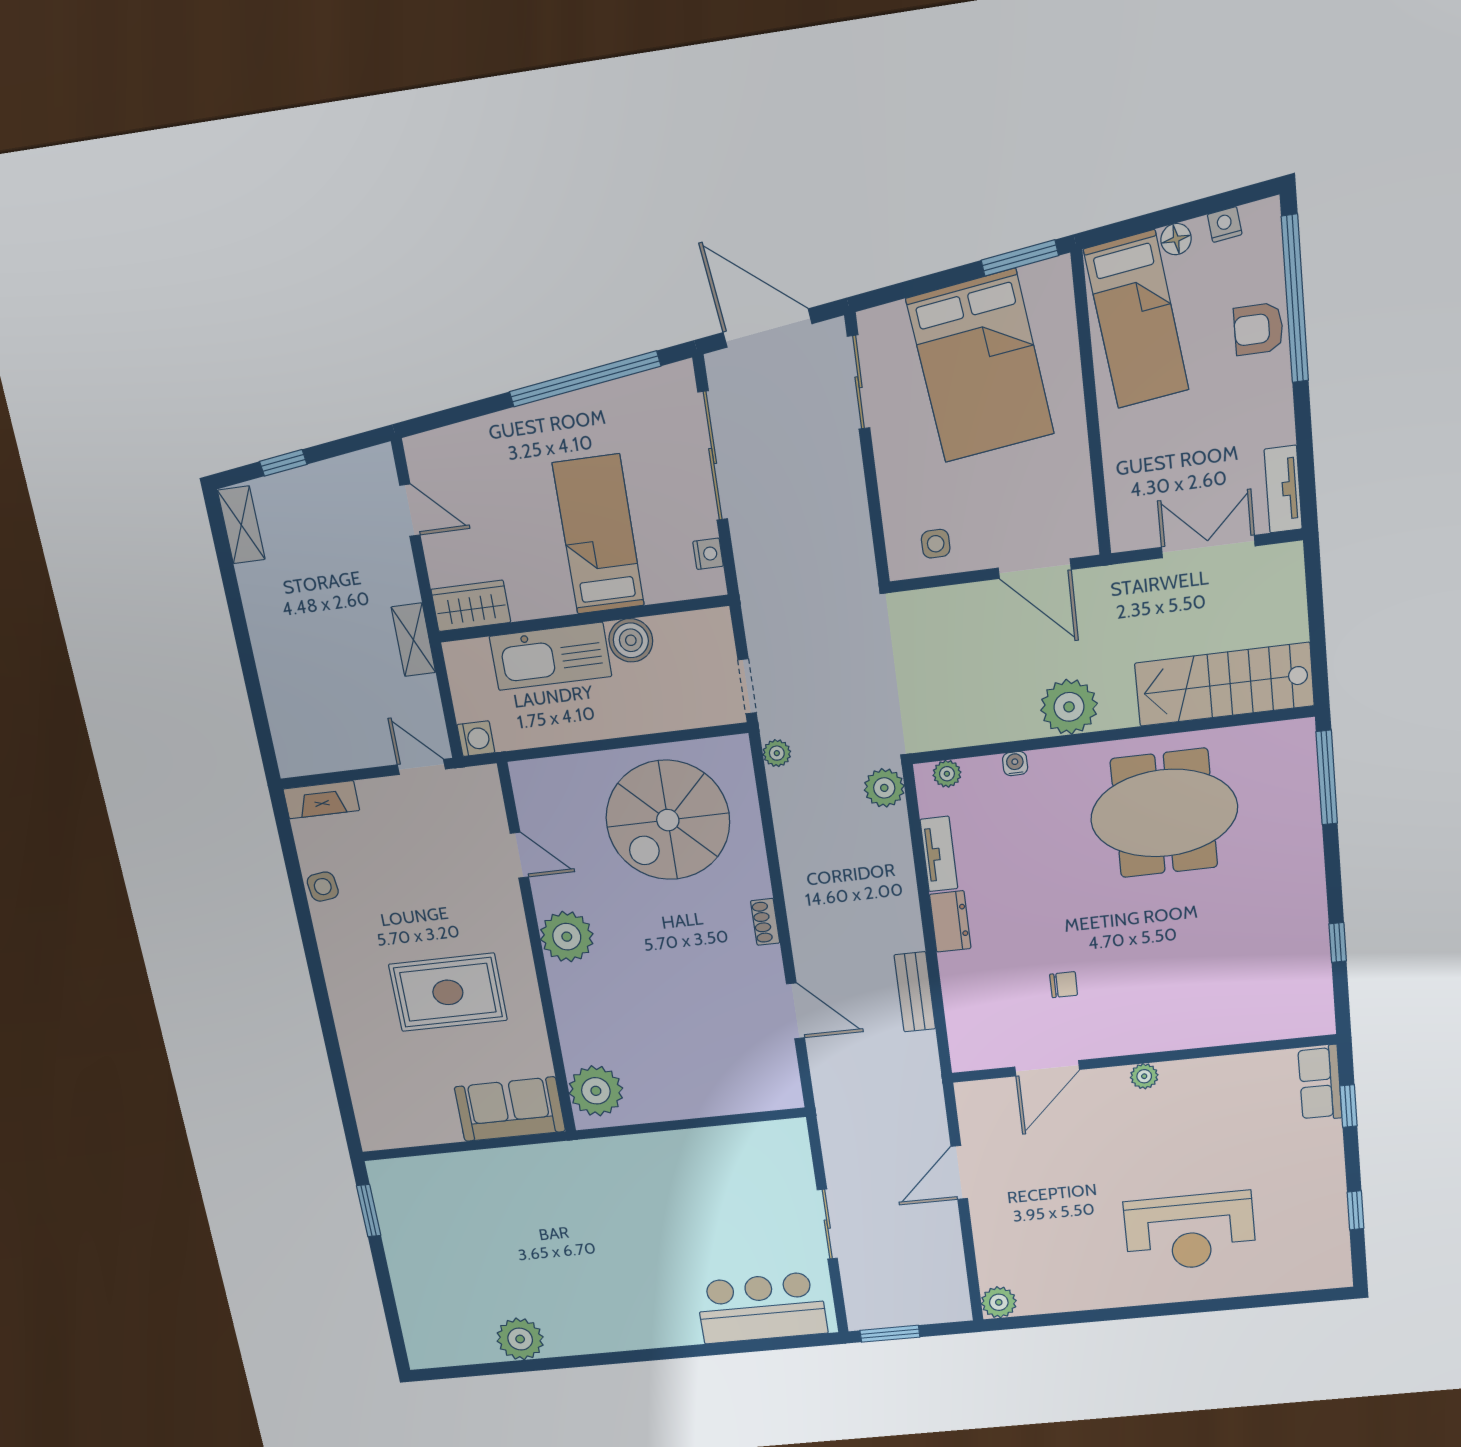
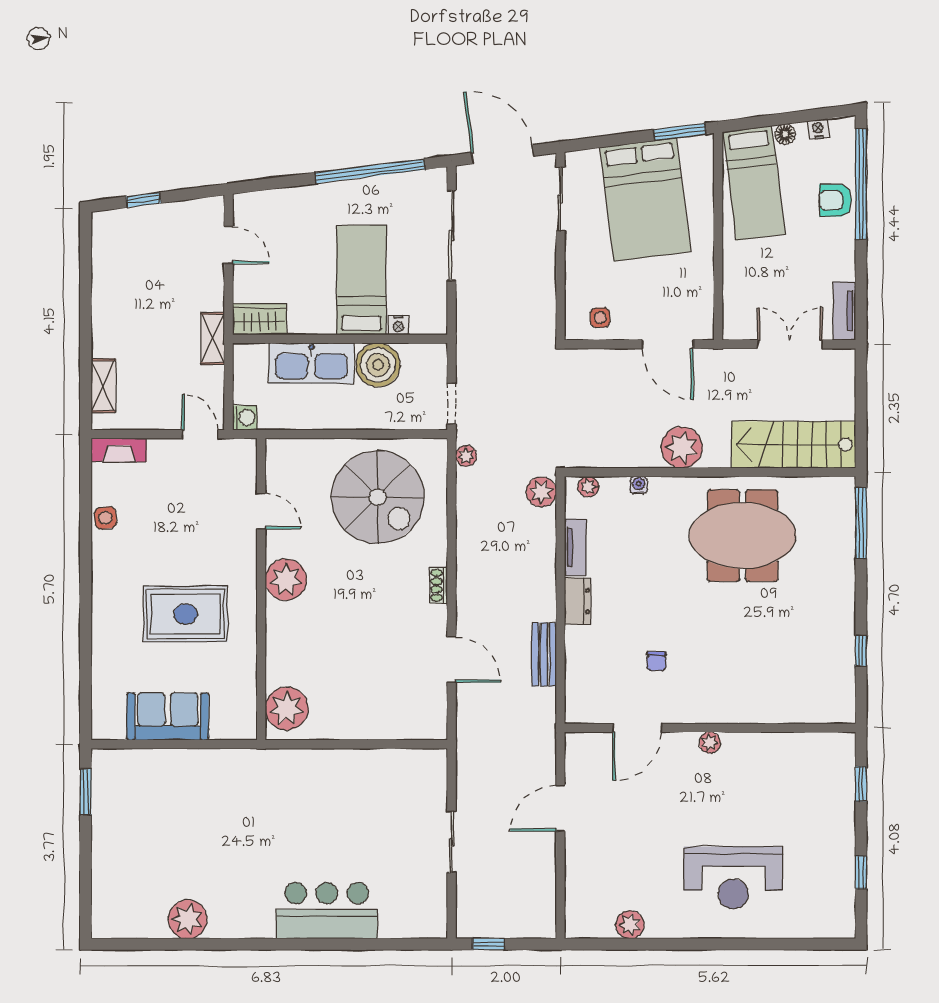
shelving: (241, 525) -> (103, 386), moved
nightstand: (708, 554) -> (398, 325), moved, turned 90
boiler: (631, 640) -> (378, 365), width x1.37, depth x1.37
spiral stairs: (668, 820) -> (378, 497), turned -90
chair: (1064, 985) -> (656, 661), turned 90
row of seats: (1320, 1083) -> (841, 763), removed
sofa: (510, 1109) -> (168, 717), moved
plant: (999, 1302) -> (630, 925), moved
bar counter: (761, 1308) -> (327, 911), moved
window: (890, 1334) -> (489, 944), width x0.67

